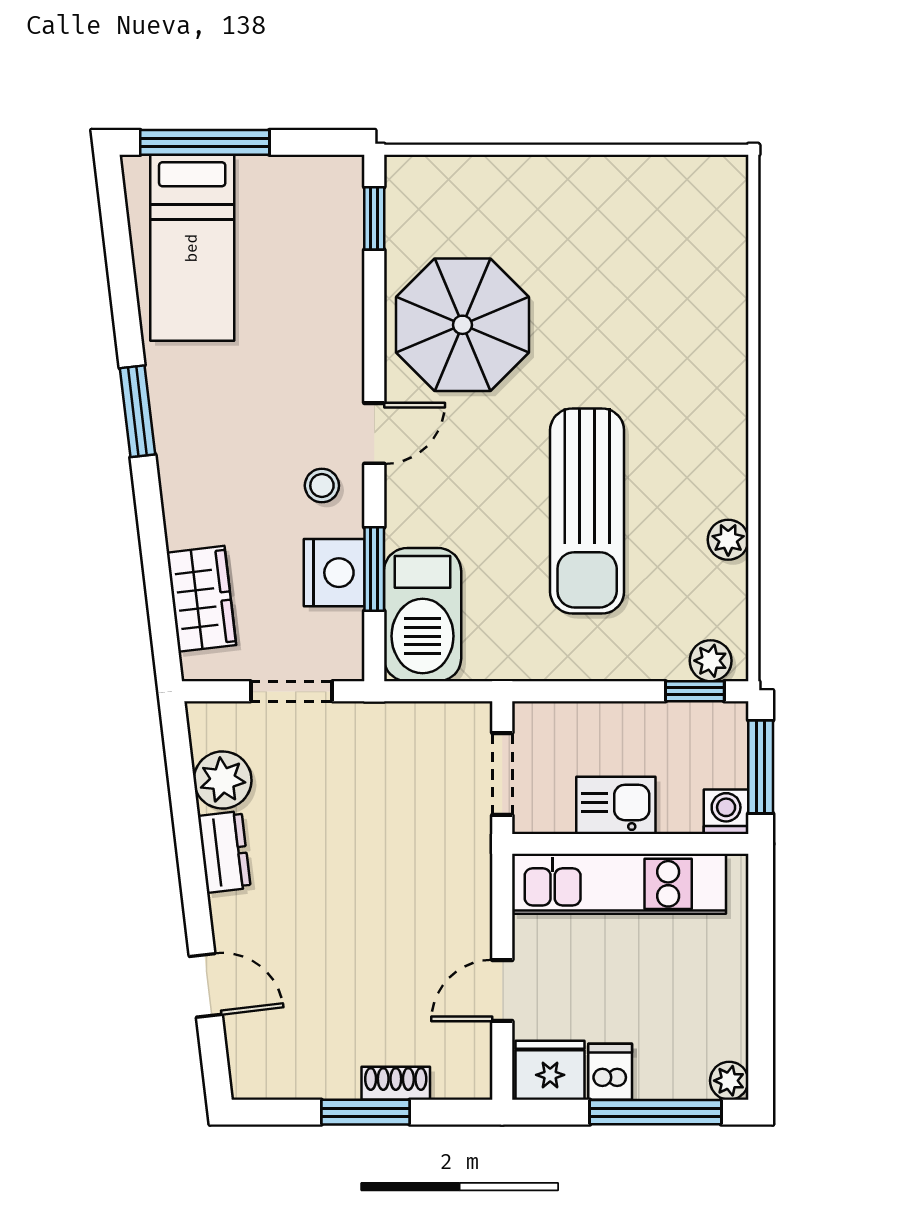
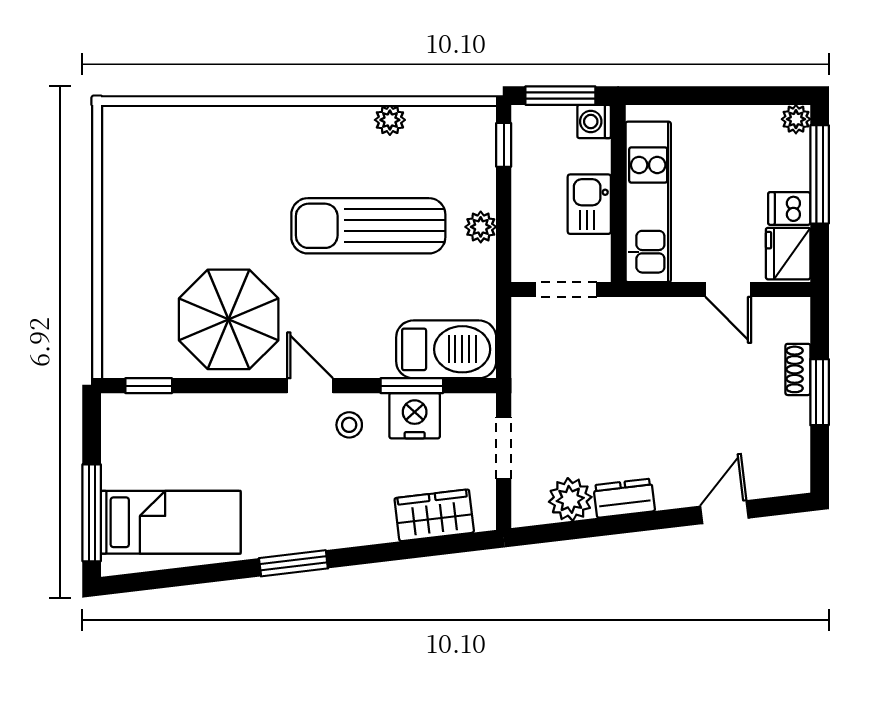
sun lounger: (587, 511) -> (368, 226), turned 180
plant: (711, 661) -> (481, 227), moved

